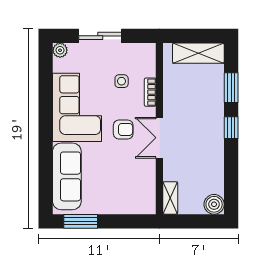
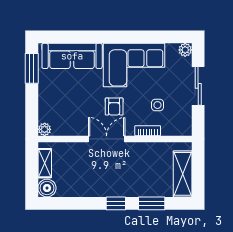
shelving: (170, 198) -> (45, 163), moved, turned 90
plant: (149, 207) -> (45, 129), added

